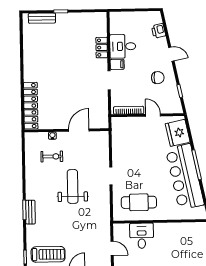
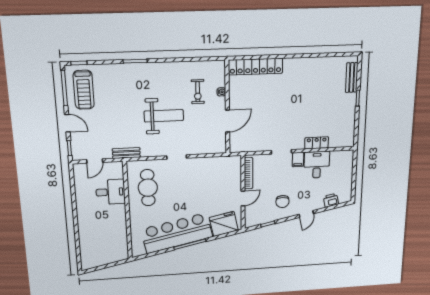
door: (79, 130) -> (227, 121), hinge flipped
bench: (30, 212) -> (126, 153), moved

